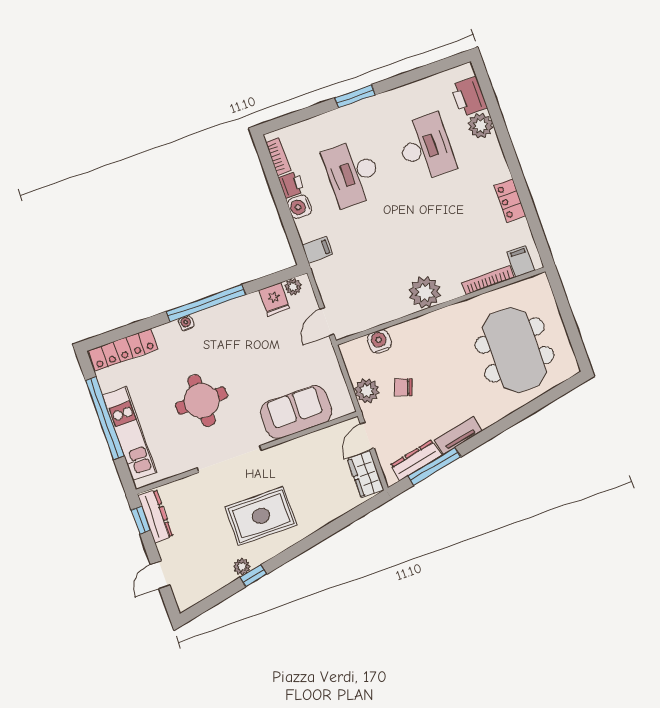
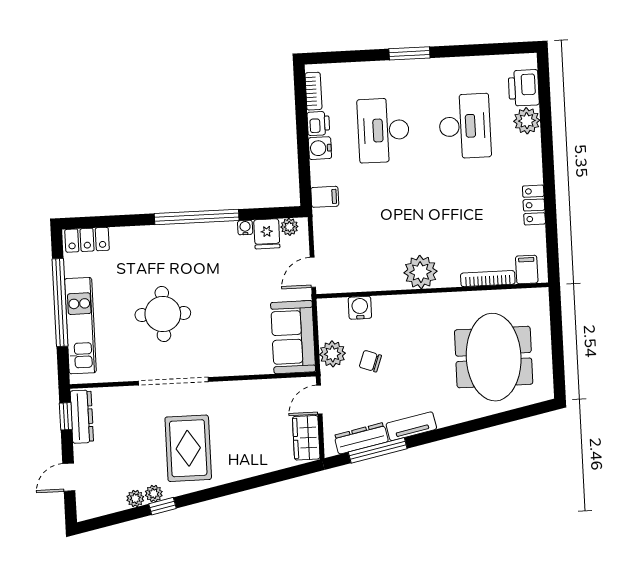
water cooler: (186, 323) -> (245, 228), moved
locker: (123, 350) -> (87, 240), width x0.66
sofa: (296, 412) -> (293, 337), moved, turned -90
rug: (261, 516) -> (188, 448), turned 90
plant: (226, 576) -> (135, 498), added

